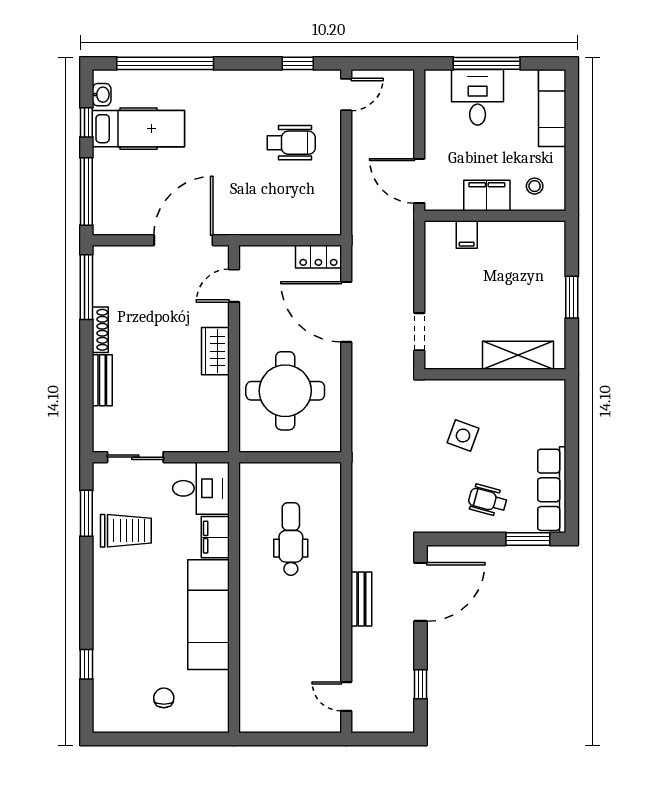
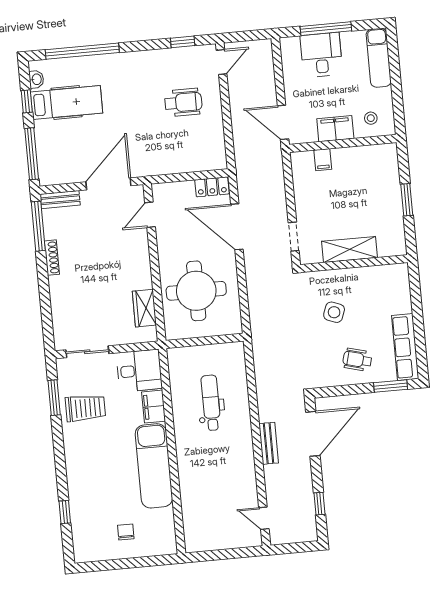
wardrobe: (215, 351) -> (144, 308), moved
shelving: (518, 355) -> (350, 249), moved
bench: (102, 380) -> (60, 200), moved, turned 90

